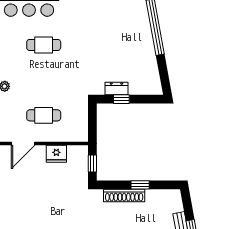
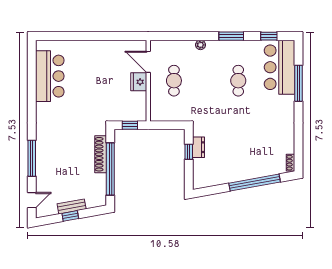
fridge: (56, 154) -> (139, 82), moved
window: (140, 185) -> (110, 169), width x3.17

